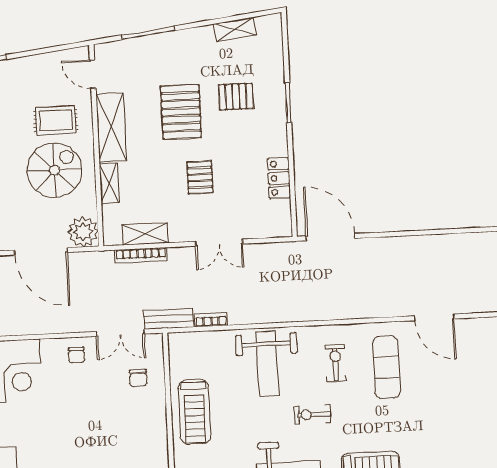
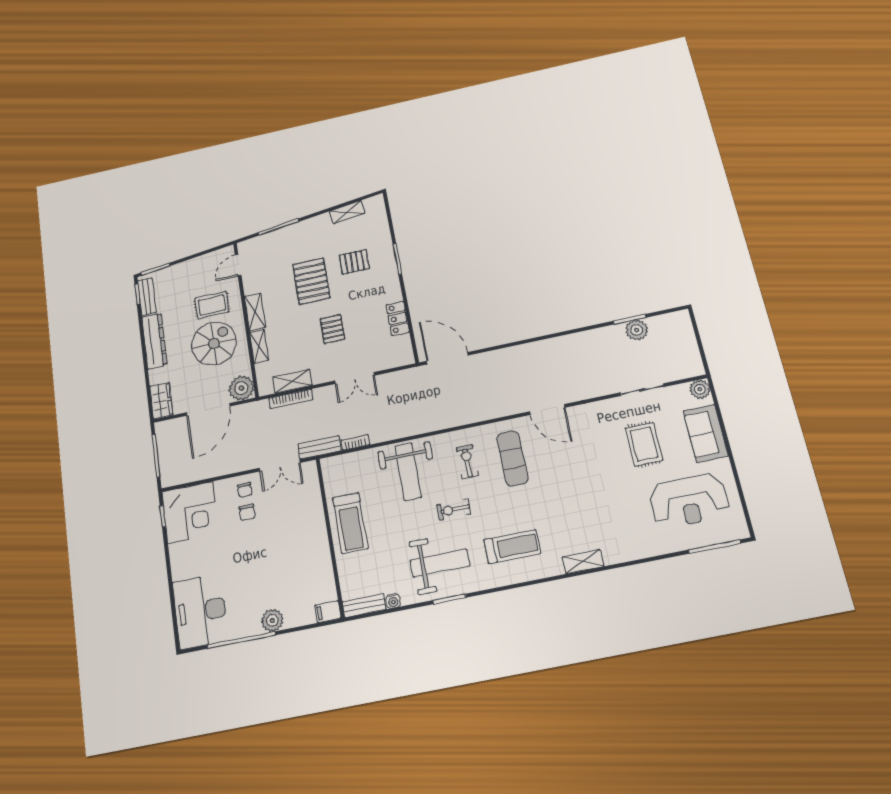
door: (93, 74) -> (238, 265), hinge flipped
shelving: (111, 127) -> (255, 312), width x0.67, depth x0.75
door: (41, 251) -> (208, 409), hinge flipped
chair: (138, 378) -> (247, 512), moved

